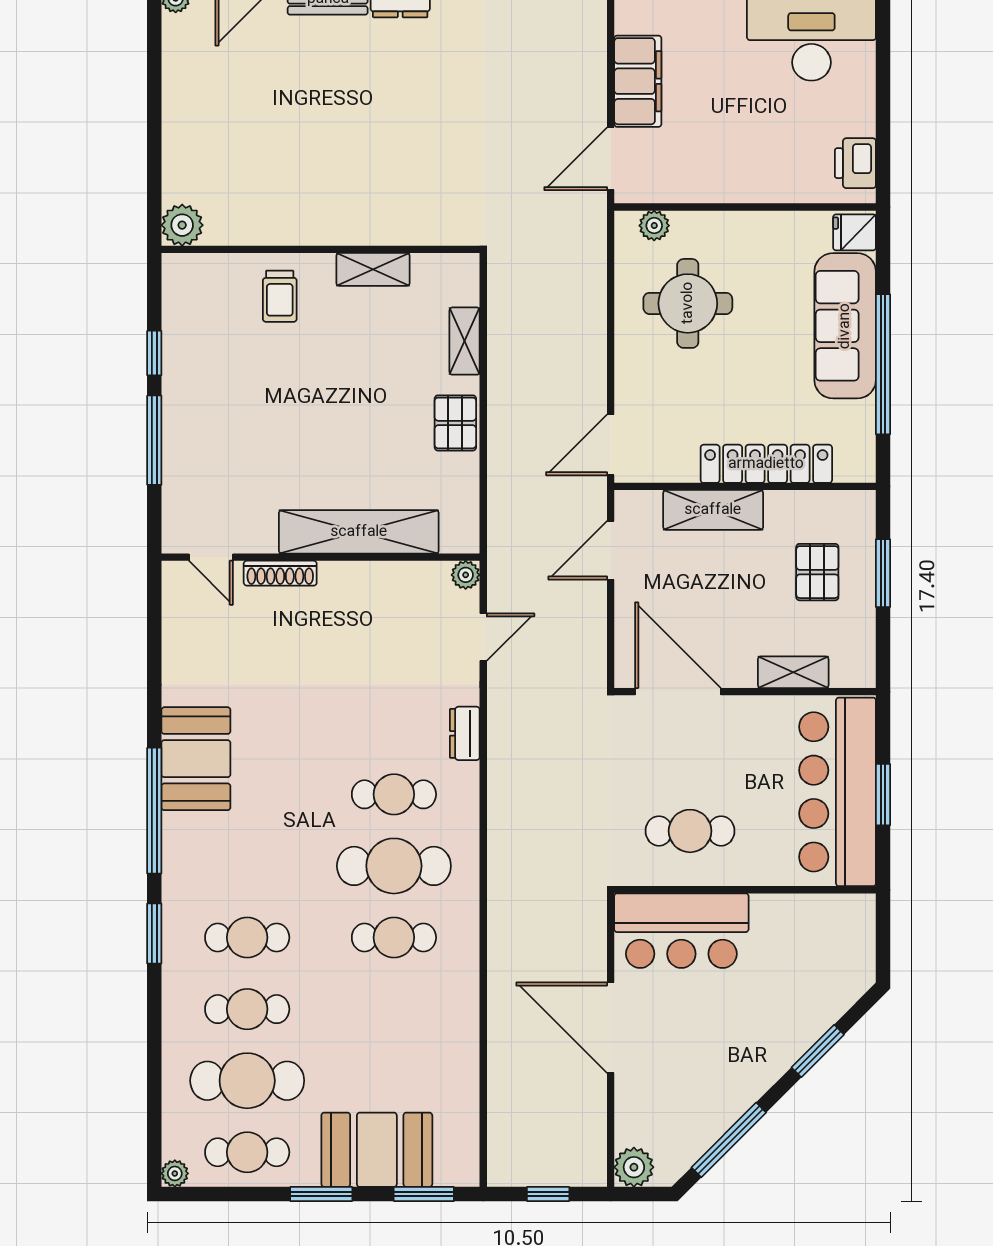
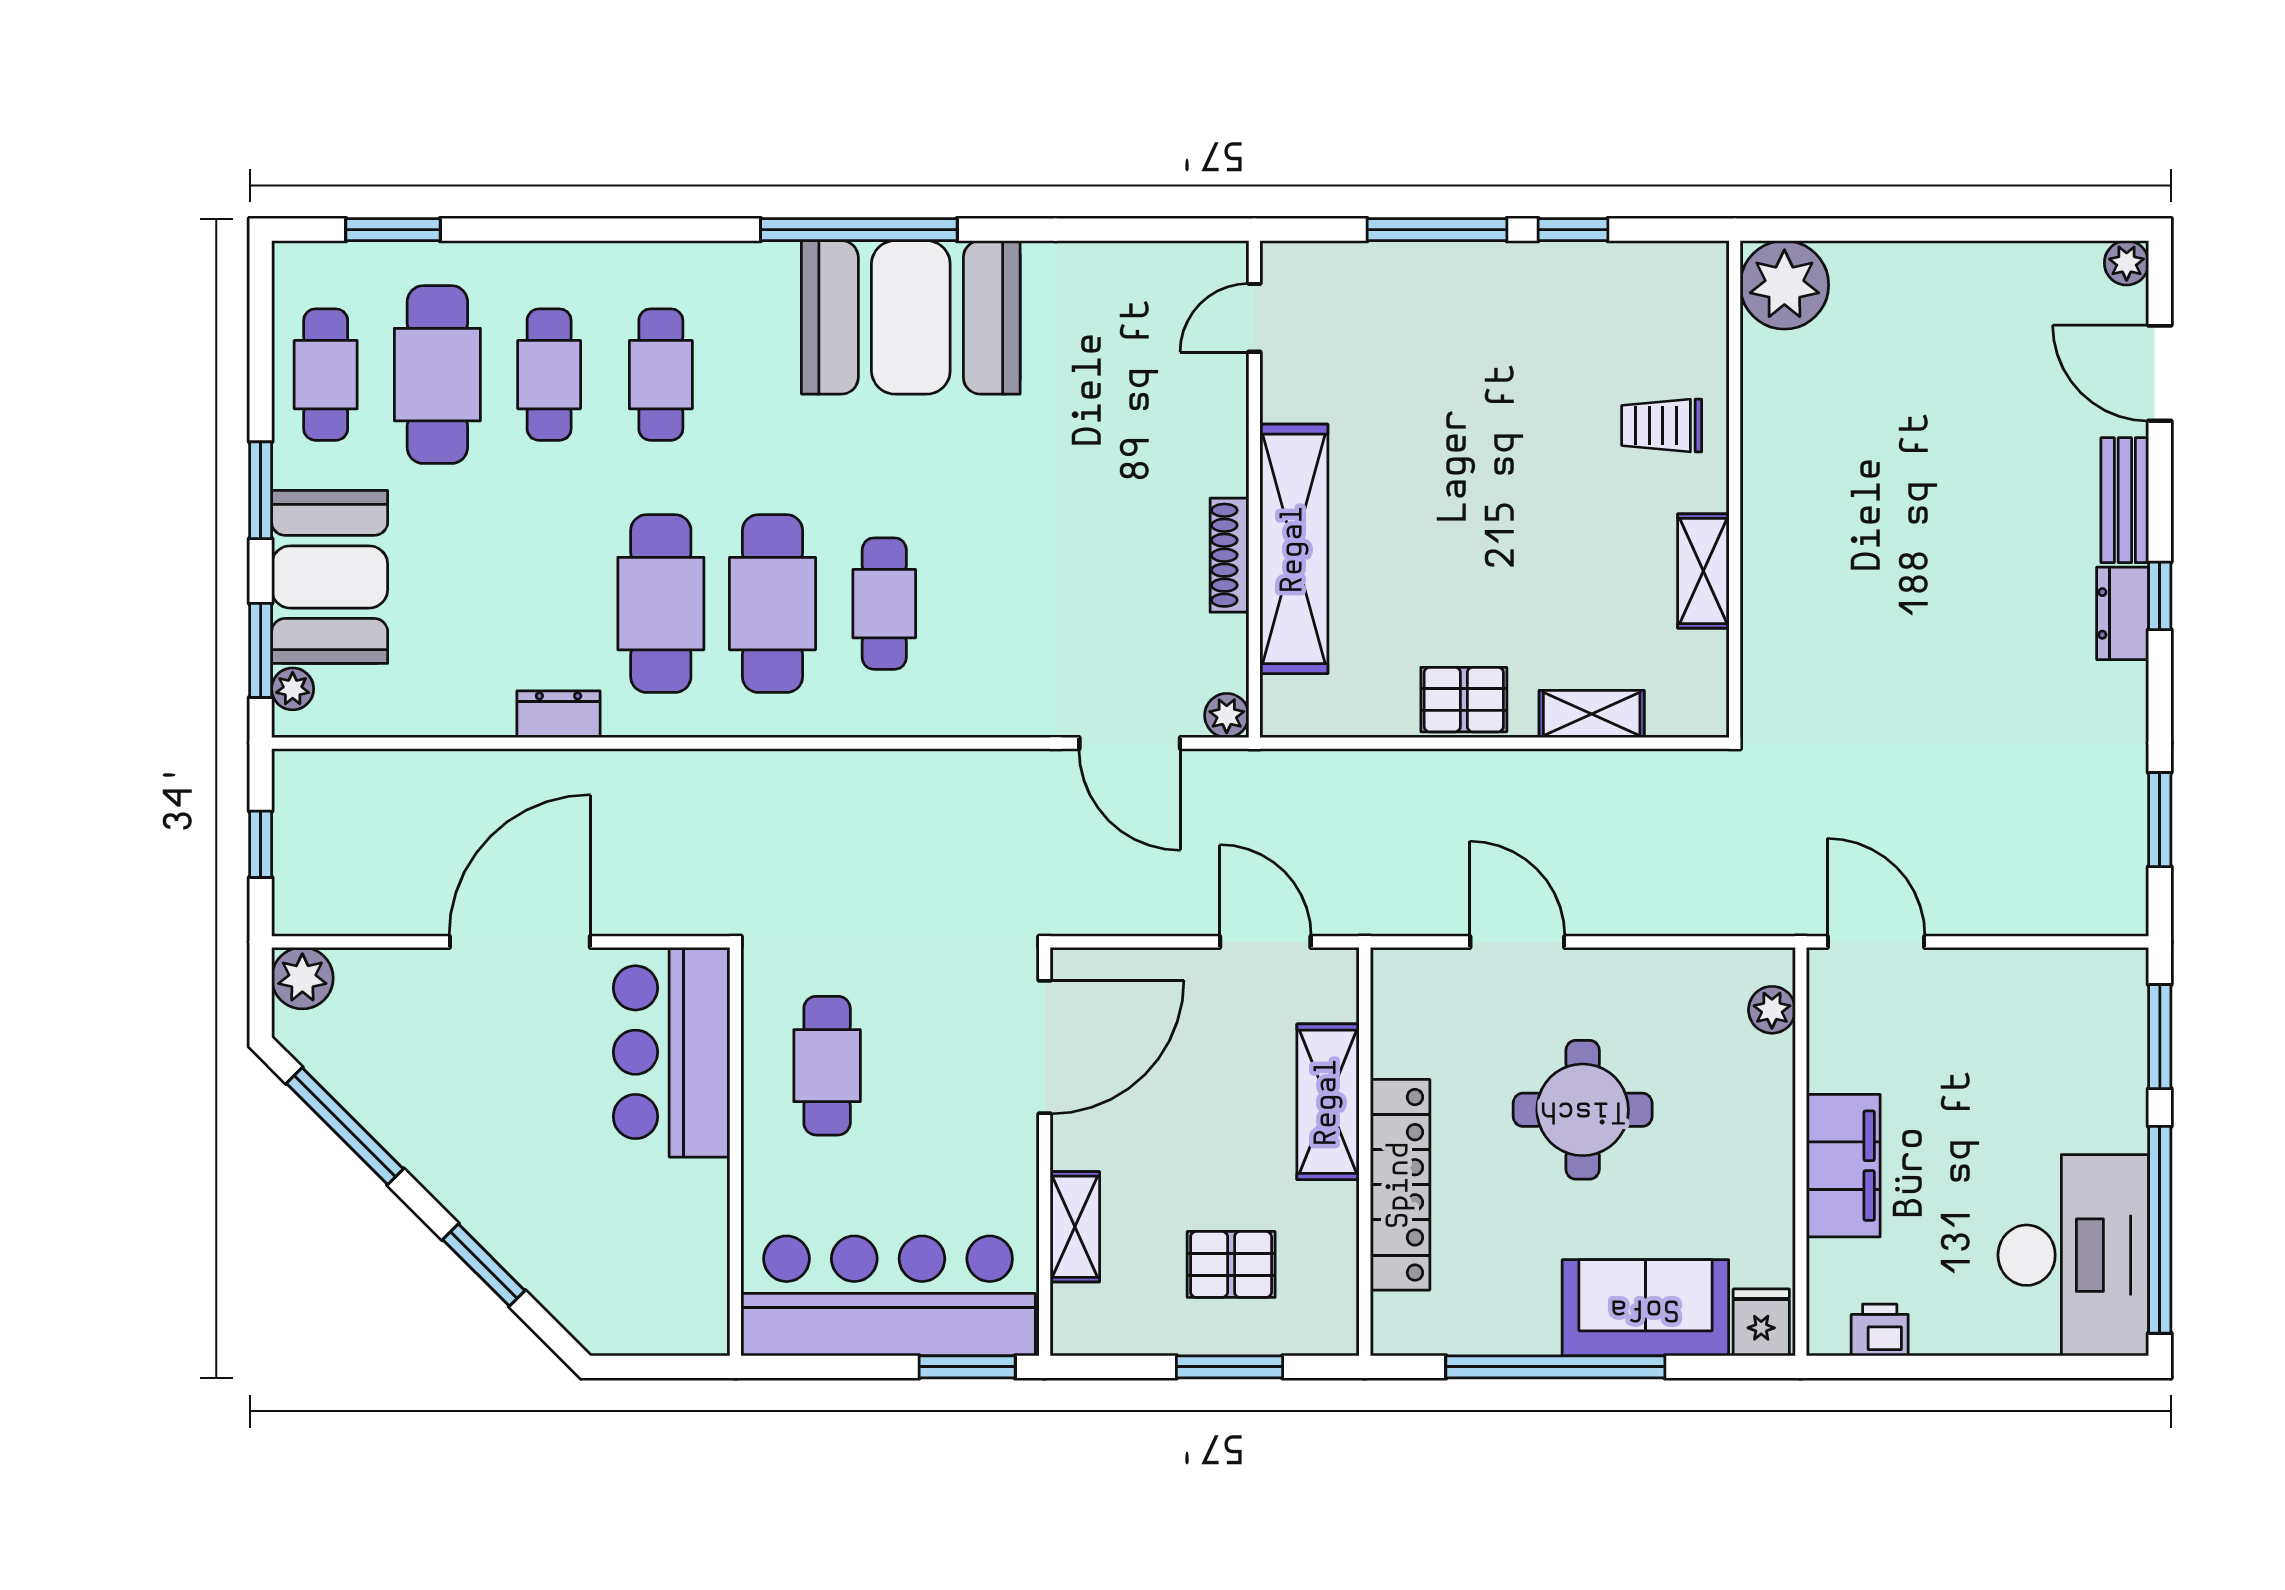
filing cabinet: (638, 81) -> (1843, 1166), moved, turned -90
printer: (855, 163) -> (1880, 1330), width x0.73, depth x0.81
plant: (182, 225) -> (1784, 285), width x1.36, depth x1.36
round table: (688, 303) -> (1583, 1110), moved
sofa: (845, 326) -> (1645, 1308), width x0.73
door: (611, 445) -> (1517, 942), moved
shoe rack: (280, 573) -> (1229, 555), moved
door: (483, 637) -> (1130, 743), width x1.38
dresser: (465, 733) -> (559, 714), moved
booth: (196, 759) -> (911, 317), width x1.36, depth x1.42
window: (883, 795) -> (967, 1367), moved
window: (154, 933) -> (393, 230), moved
cafe table: (394, 938) -> (661, 604), width x1.37, depth x1.35
plant: (175, 1173) -> (293, 689), moved

